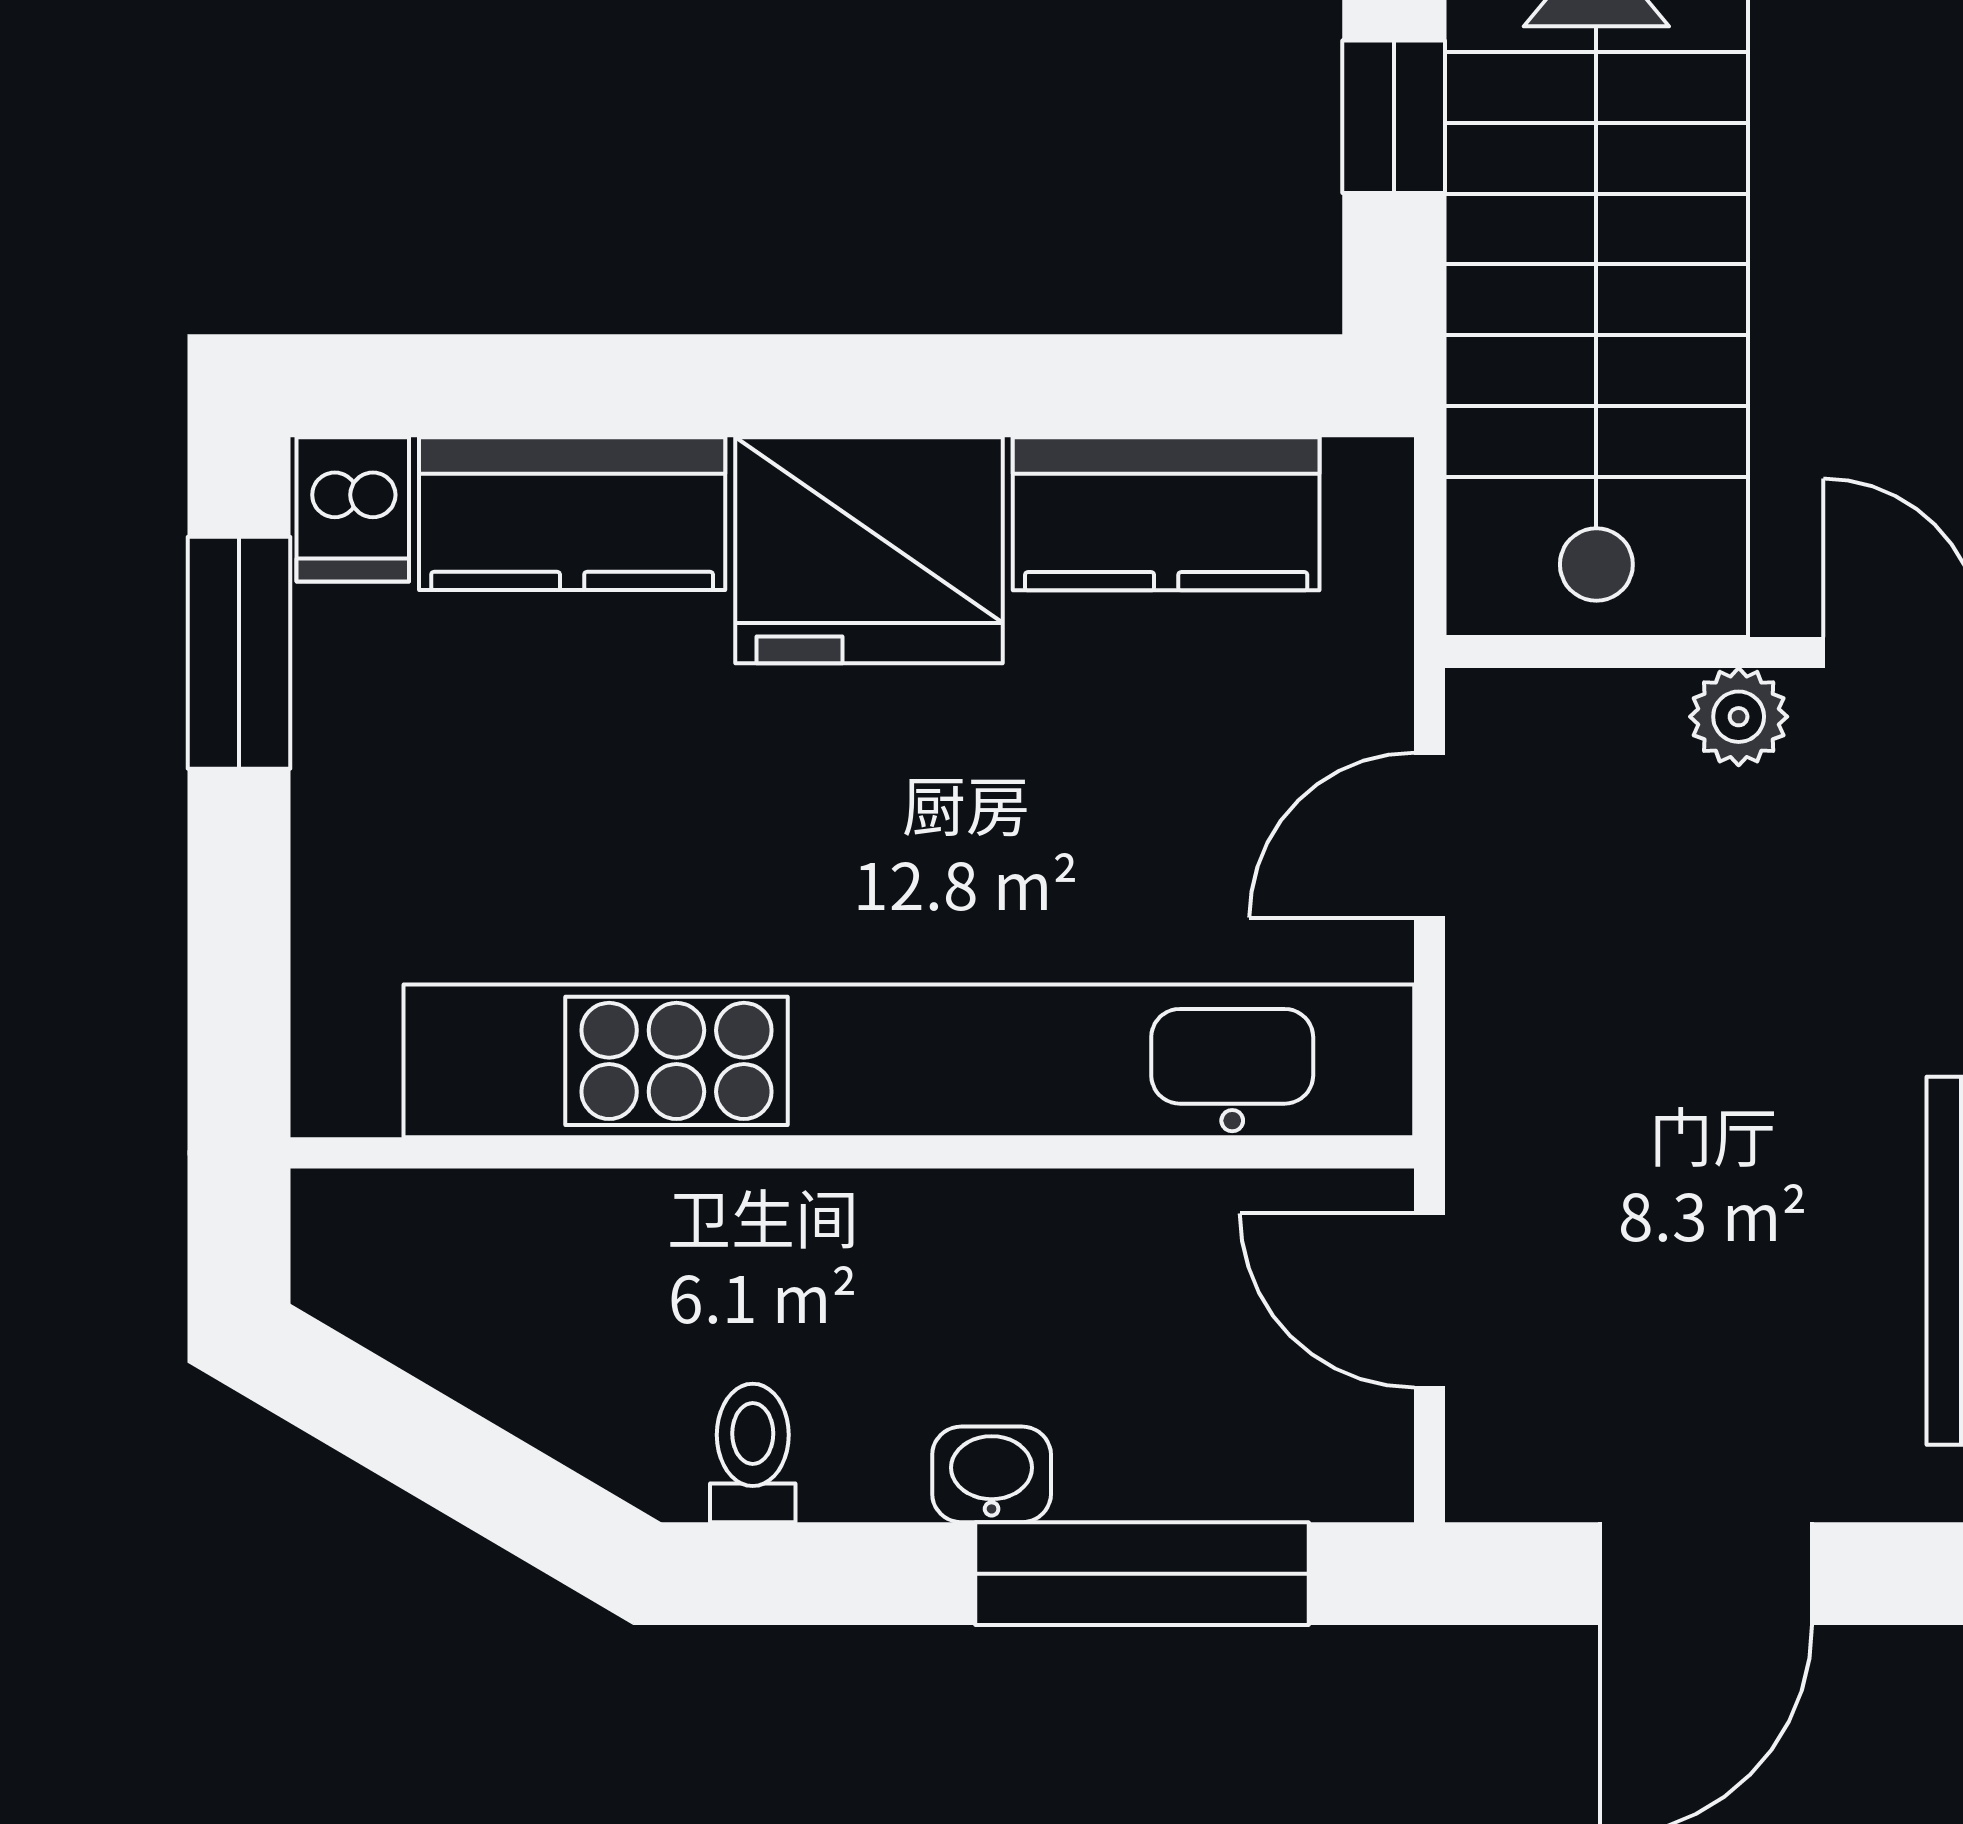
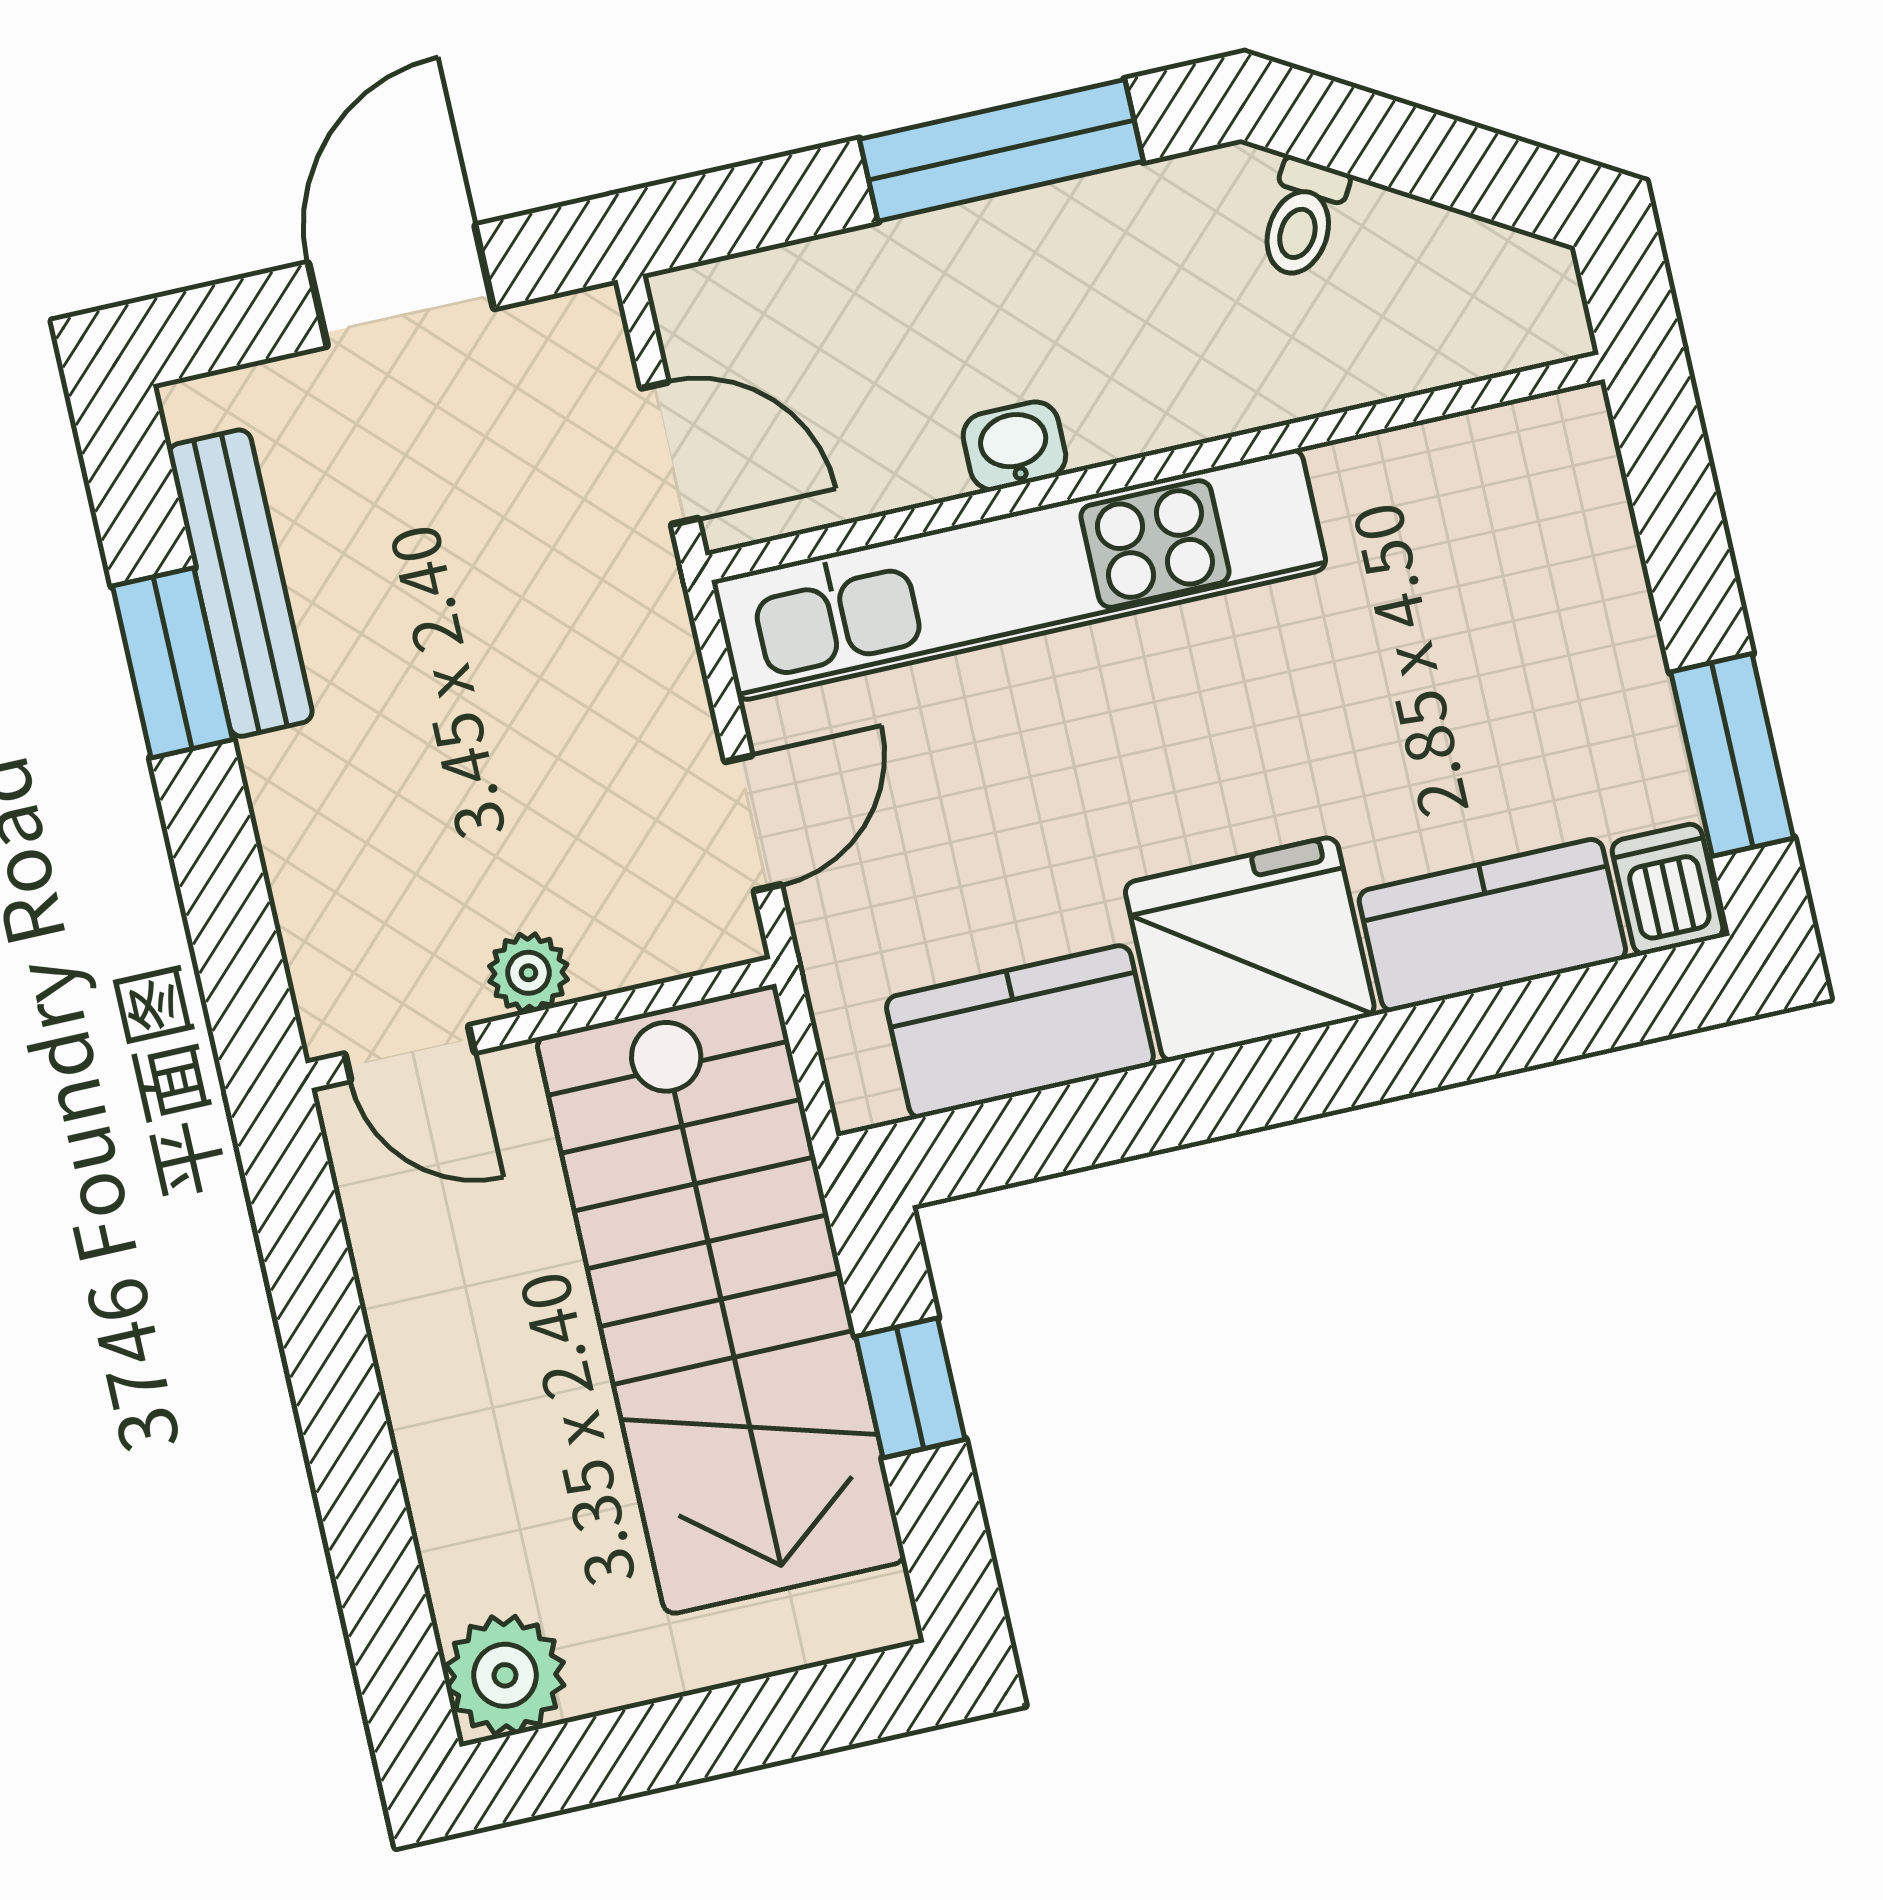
kitchen unit: (909, 1061) -> (1019, 575), width x0.73
toilet: (753, 1453) -> (1302, 218), moved, turned 31
washbasin: (992, 1474) -> (1014, 446), moved, turned 180
window: (1142, 1574) -> (1001, 150), moved

